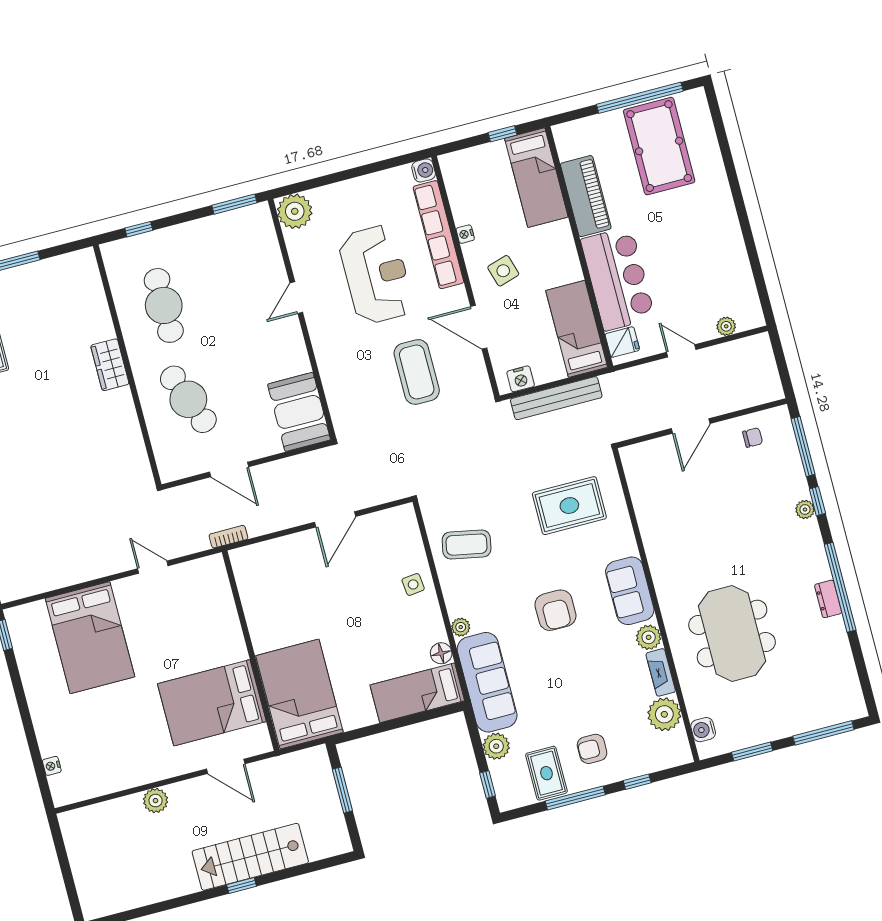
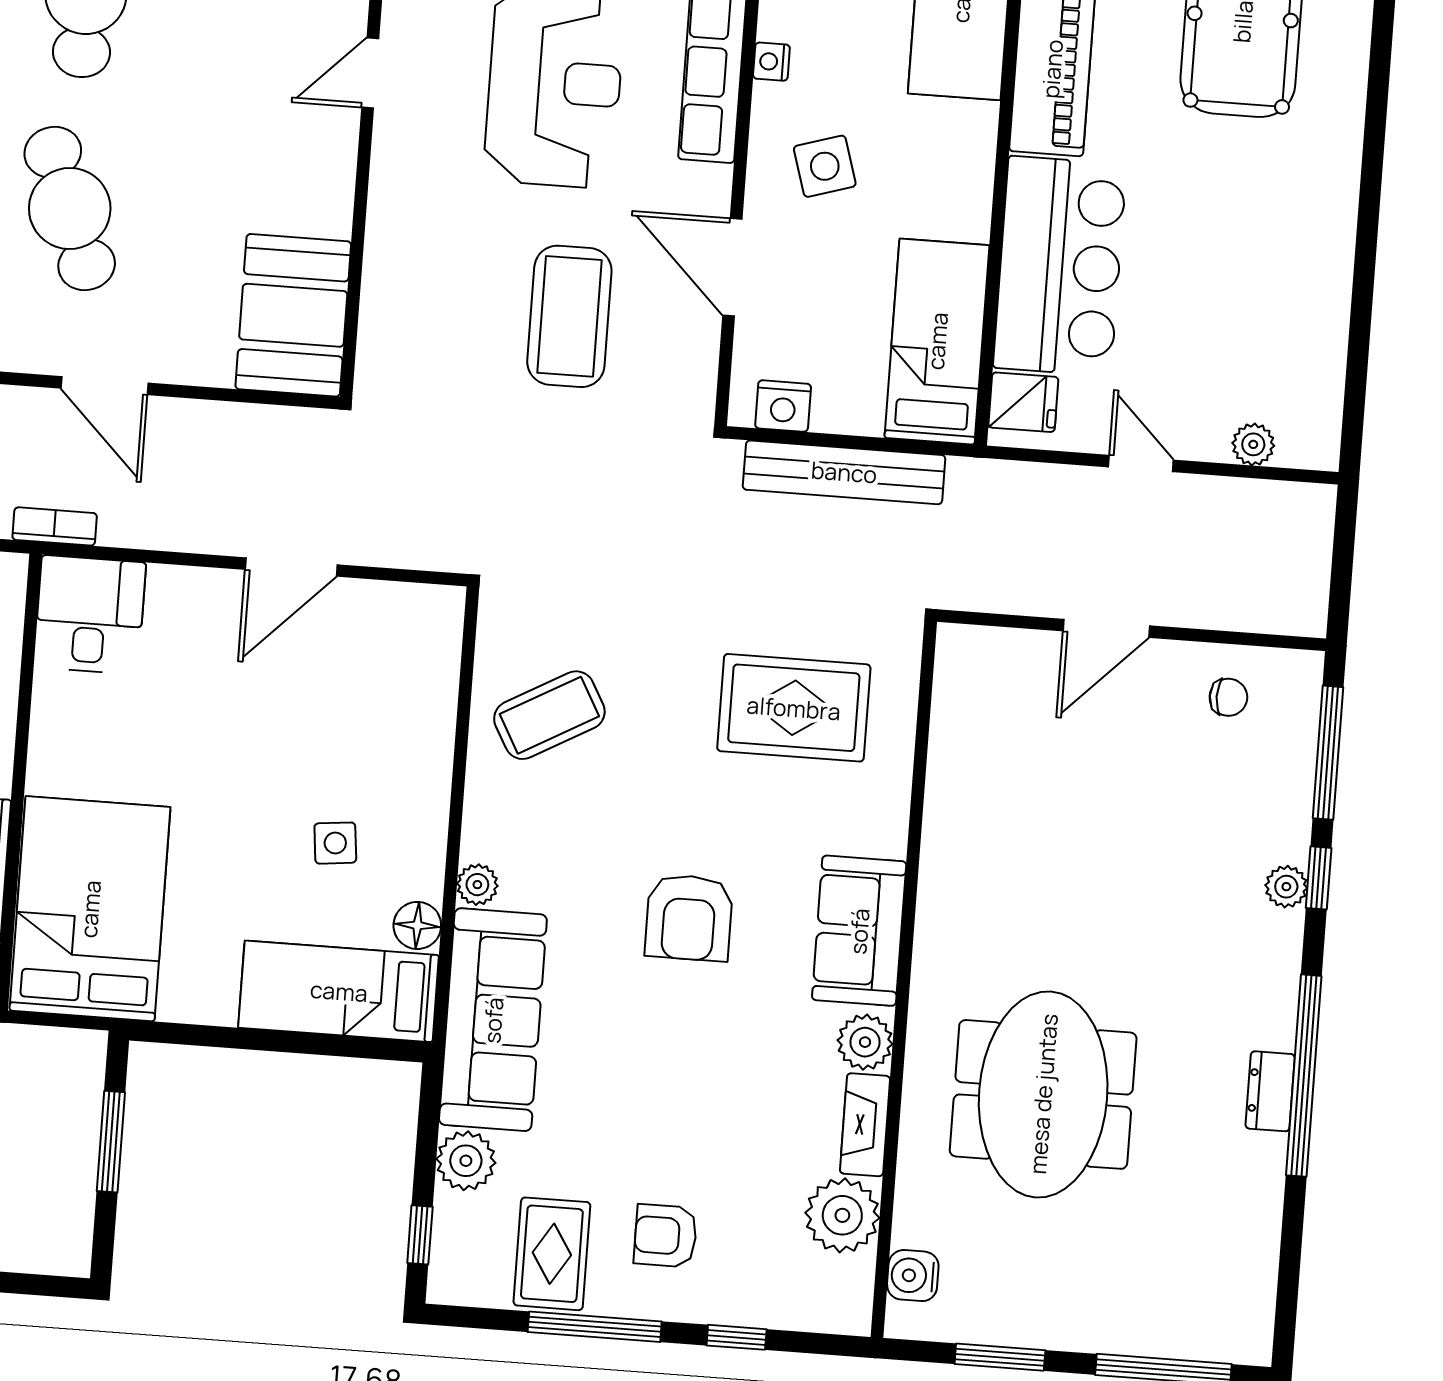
coffee table: (467, 545) -> (549, 715), turned -40
desk: (256, 569) -> (90, 615), added
side table: (413, 584) -> (335, 843), moved

